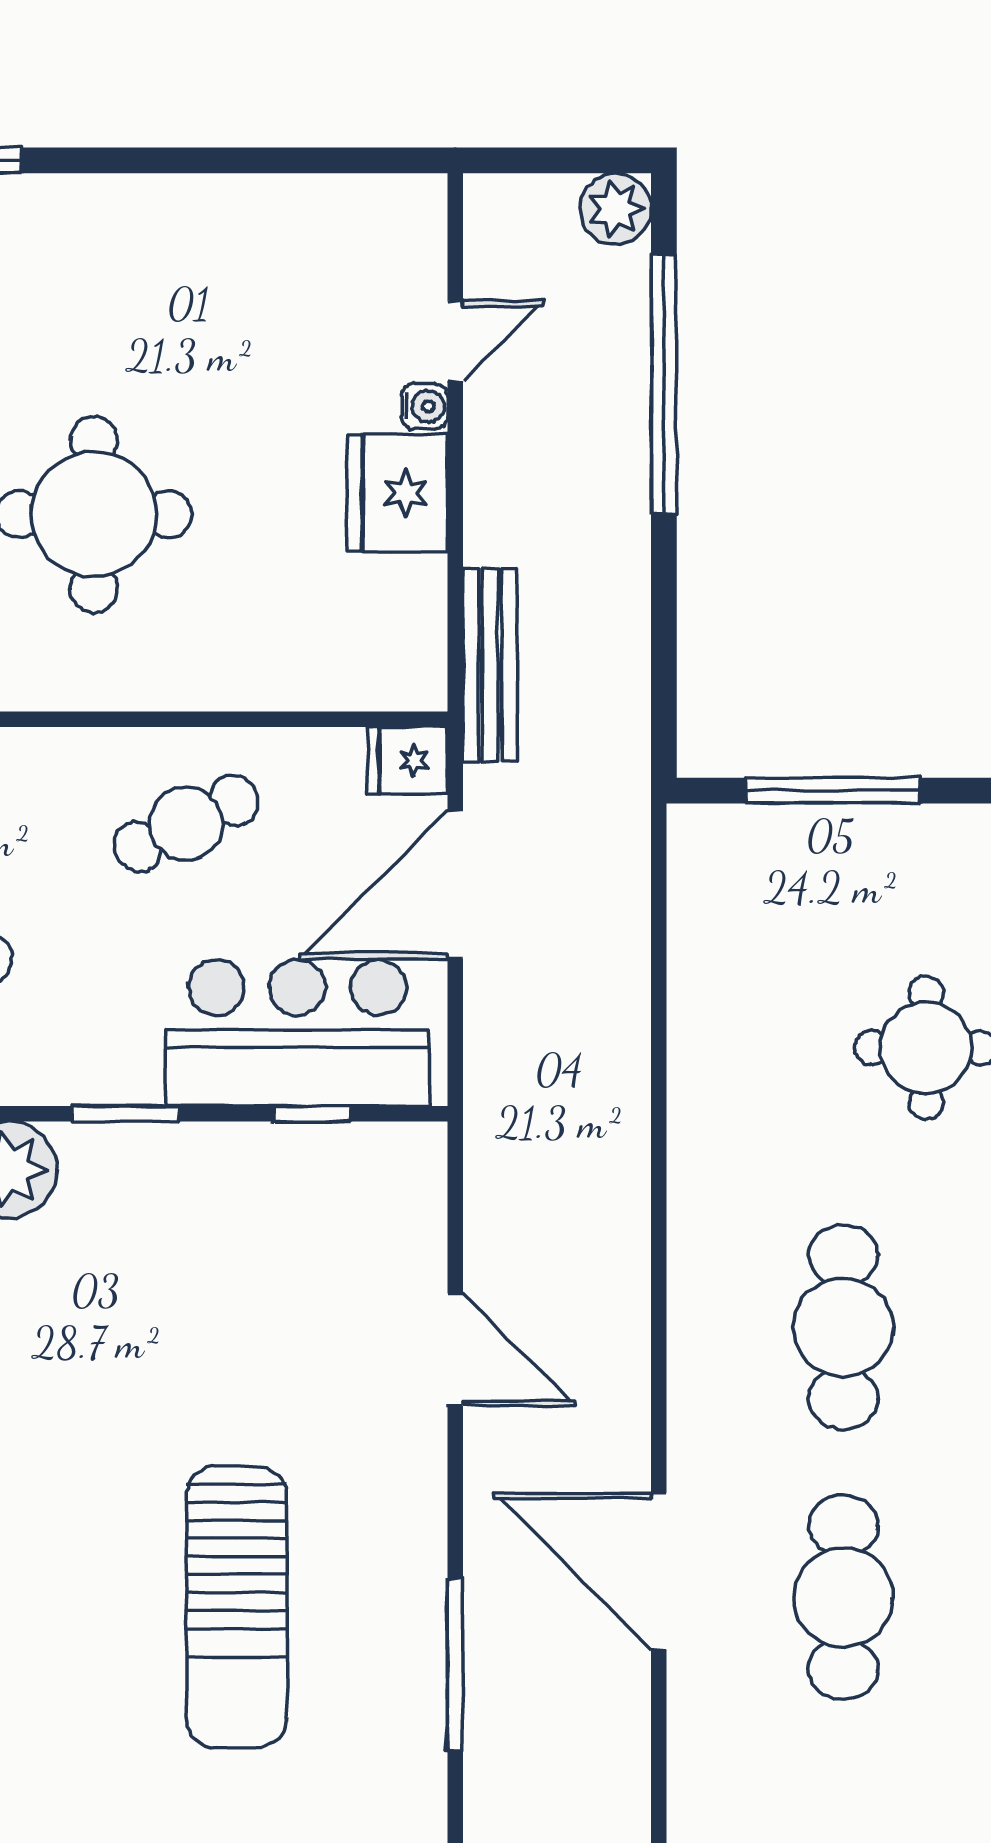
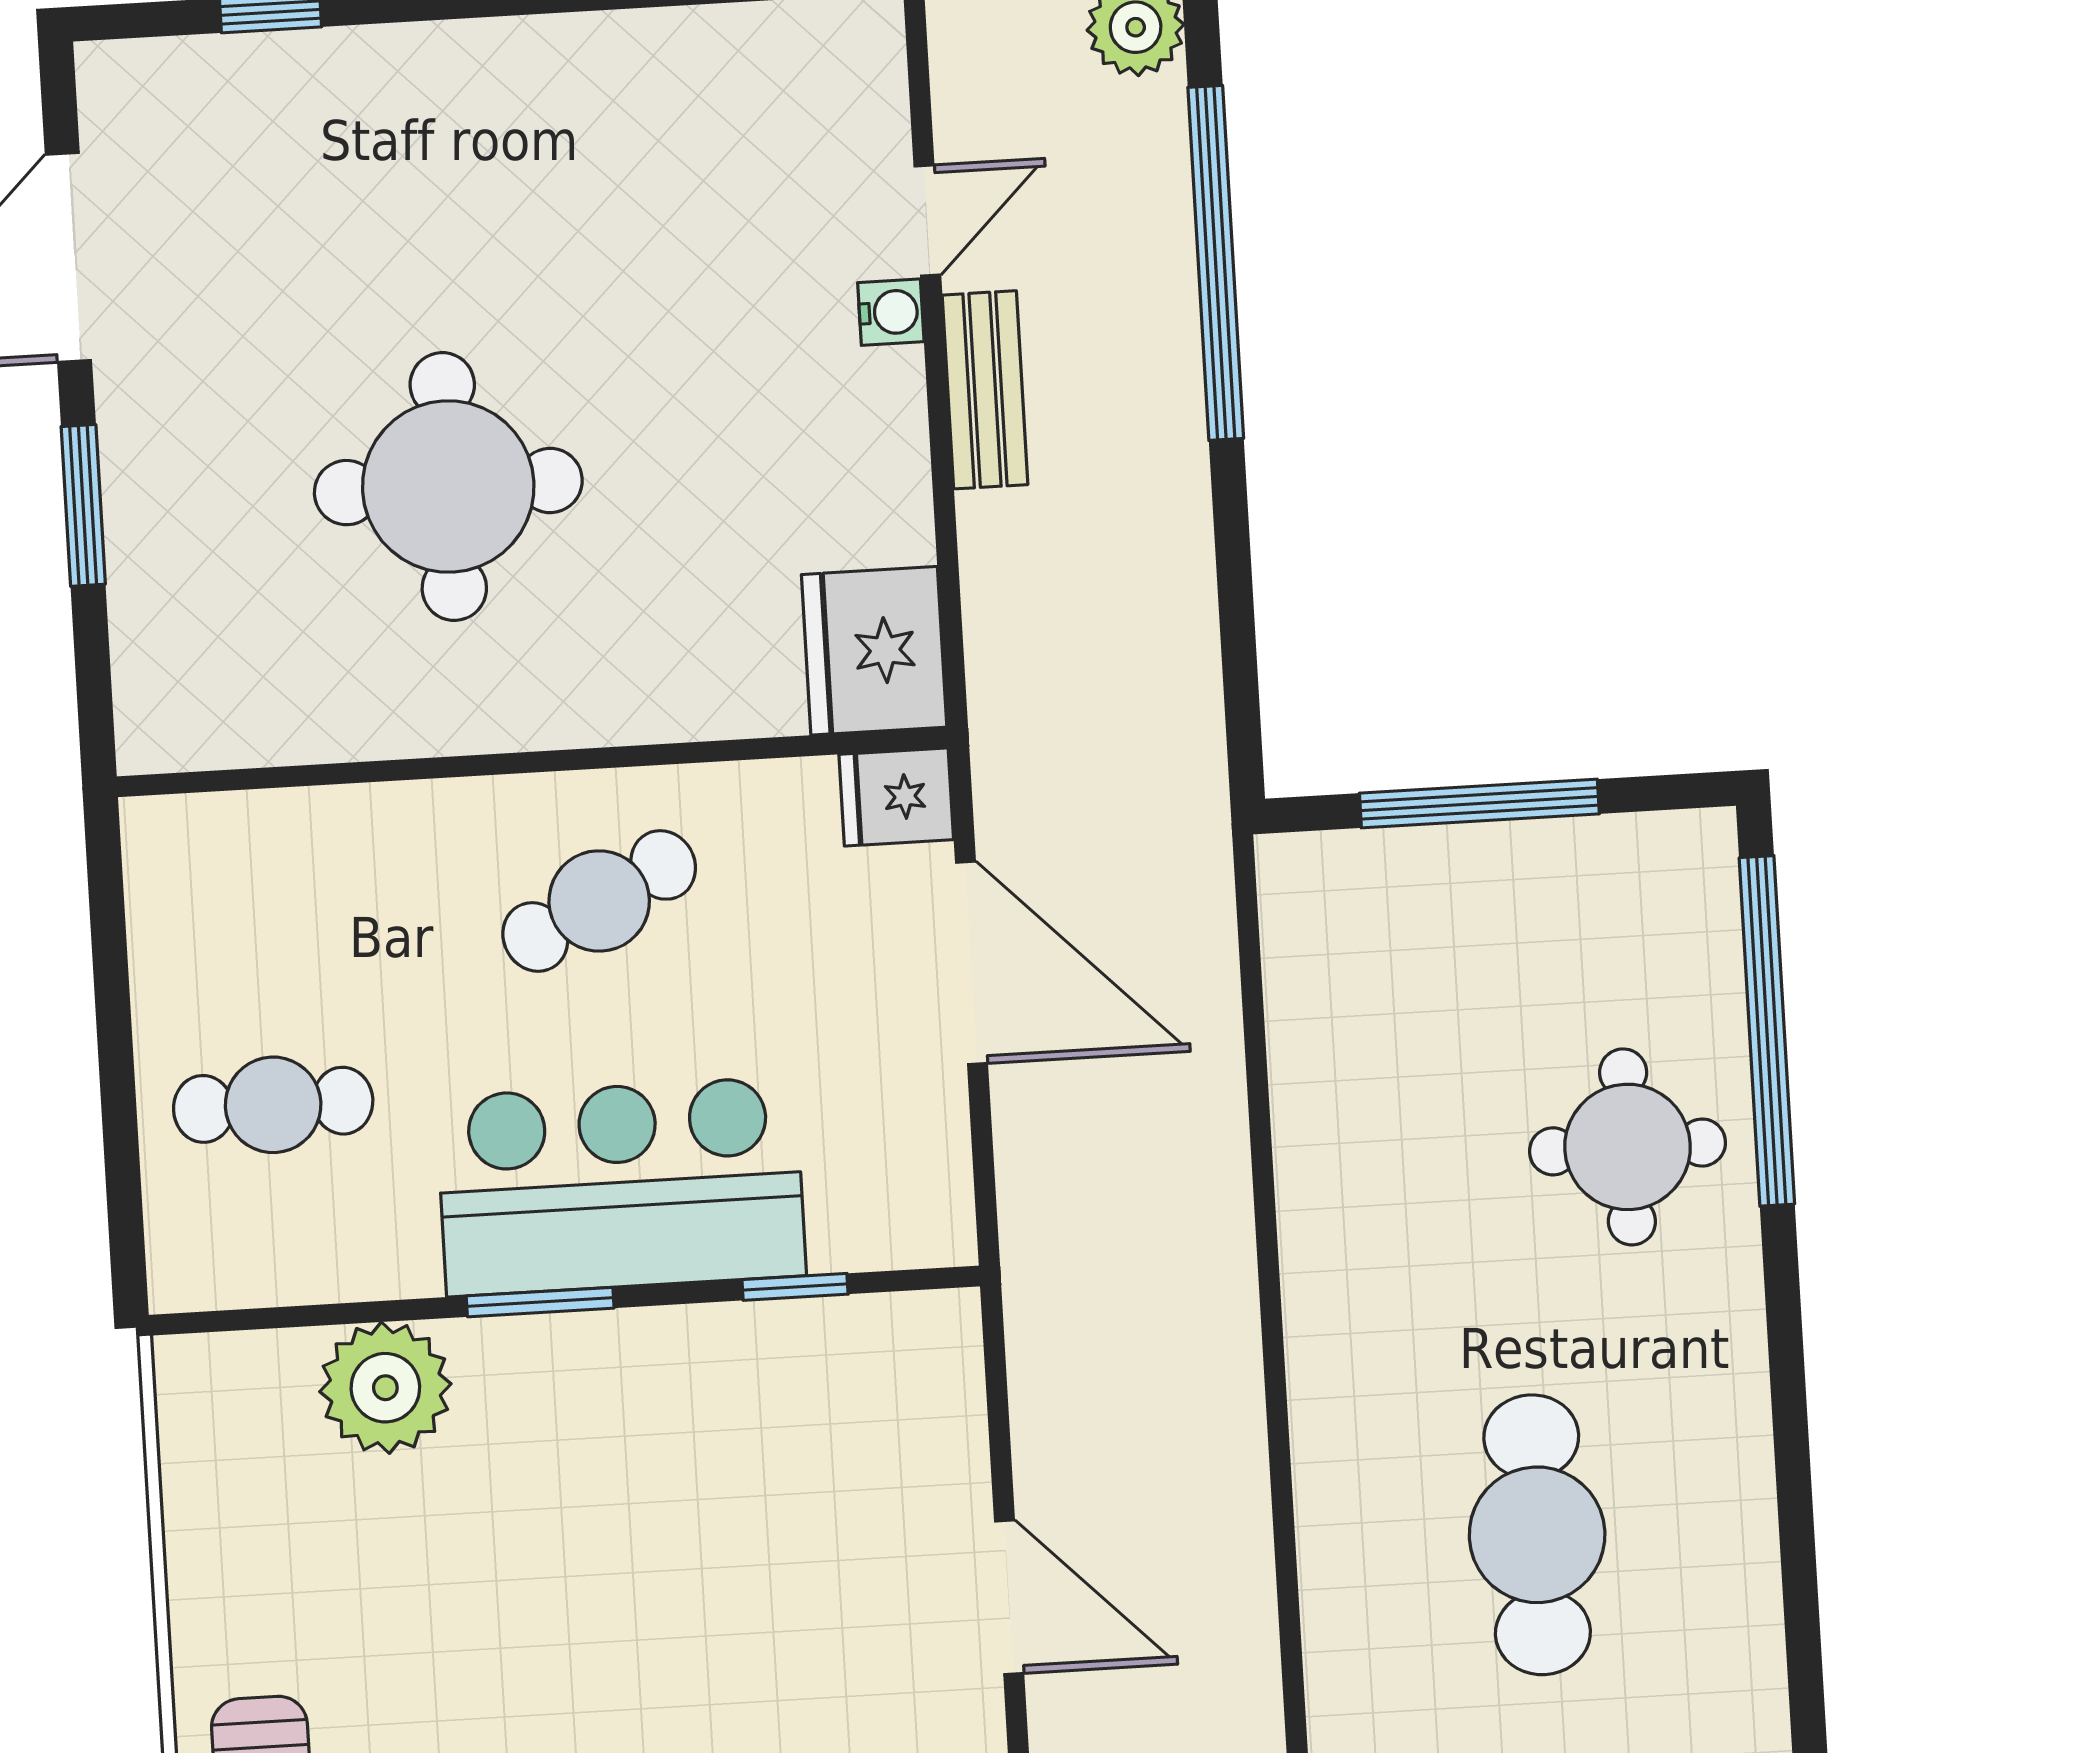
fridge: (398, 493) -> (874, 651), moved
bench: (490, 665) -> (985, 390), moved, width x0.73
door: (455, 885) -> (971, 963), swing flipped
bar counter: (297, 1033) -> (621, 1186), moved

